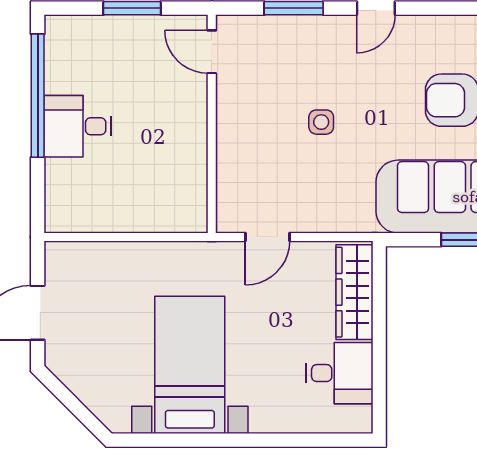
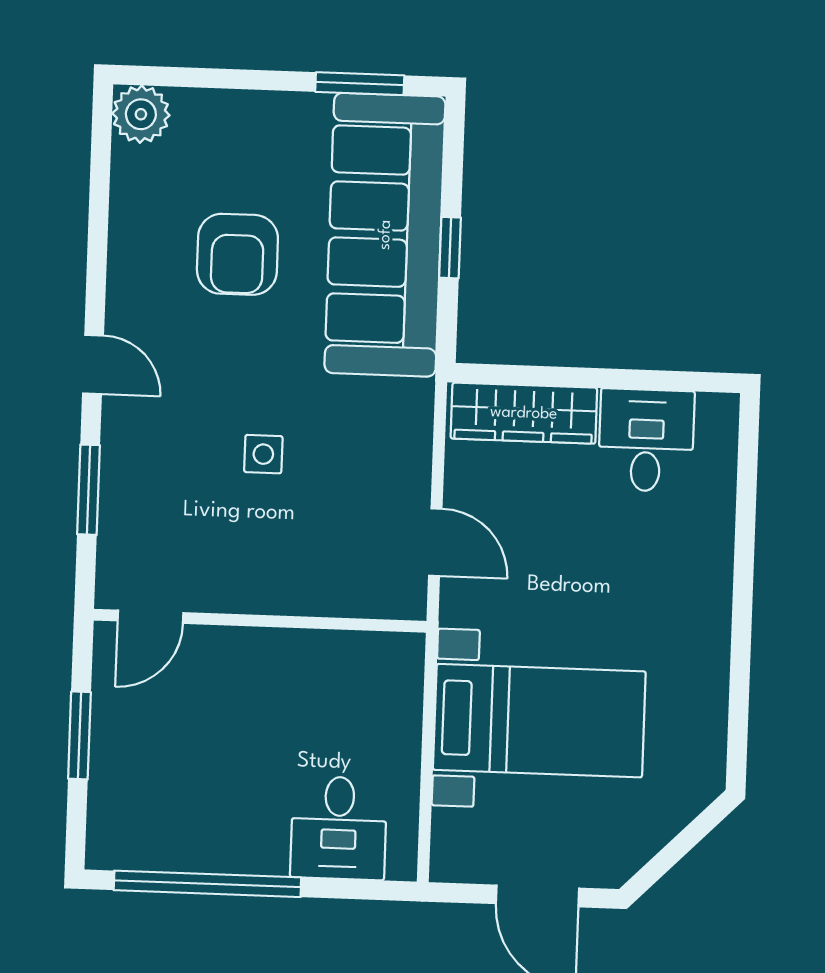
desk: (78, 126) -> (339, 828), moved
bed with nightstands: (190, 365) -> (539, 721), moved, turned 180

